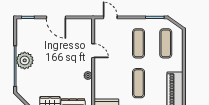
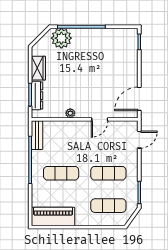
door: (56, 17) -> (139, 99), moved
plant: (25, 60) -> (61, 38), moved

